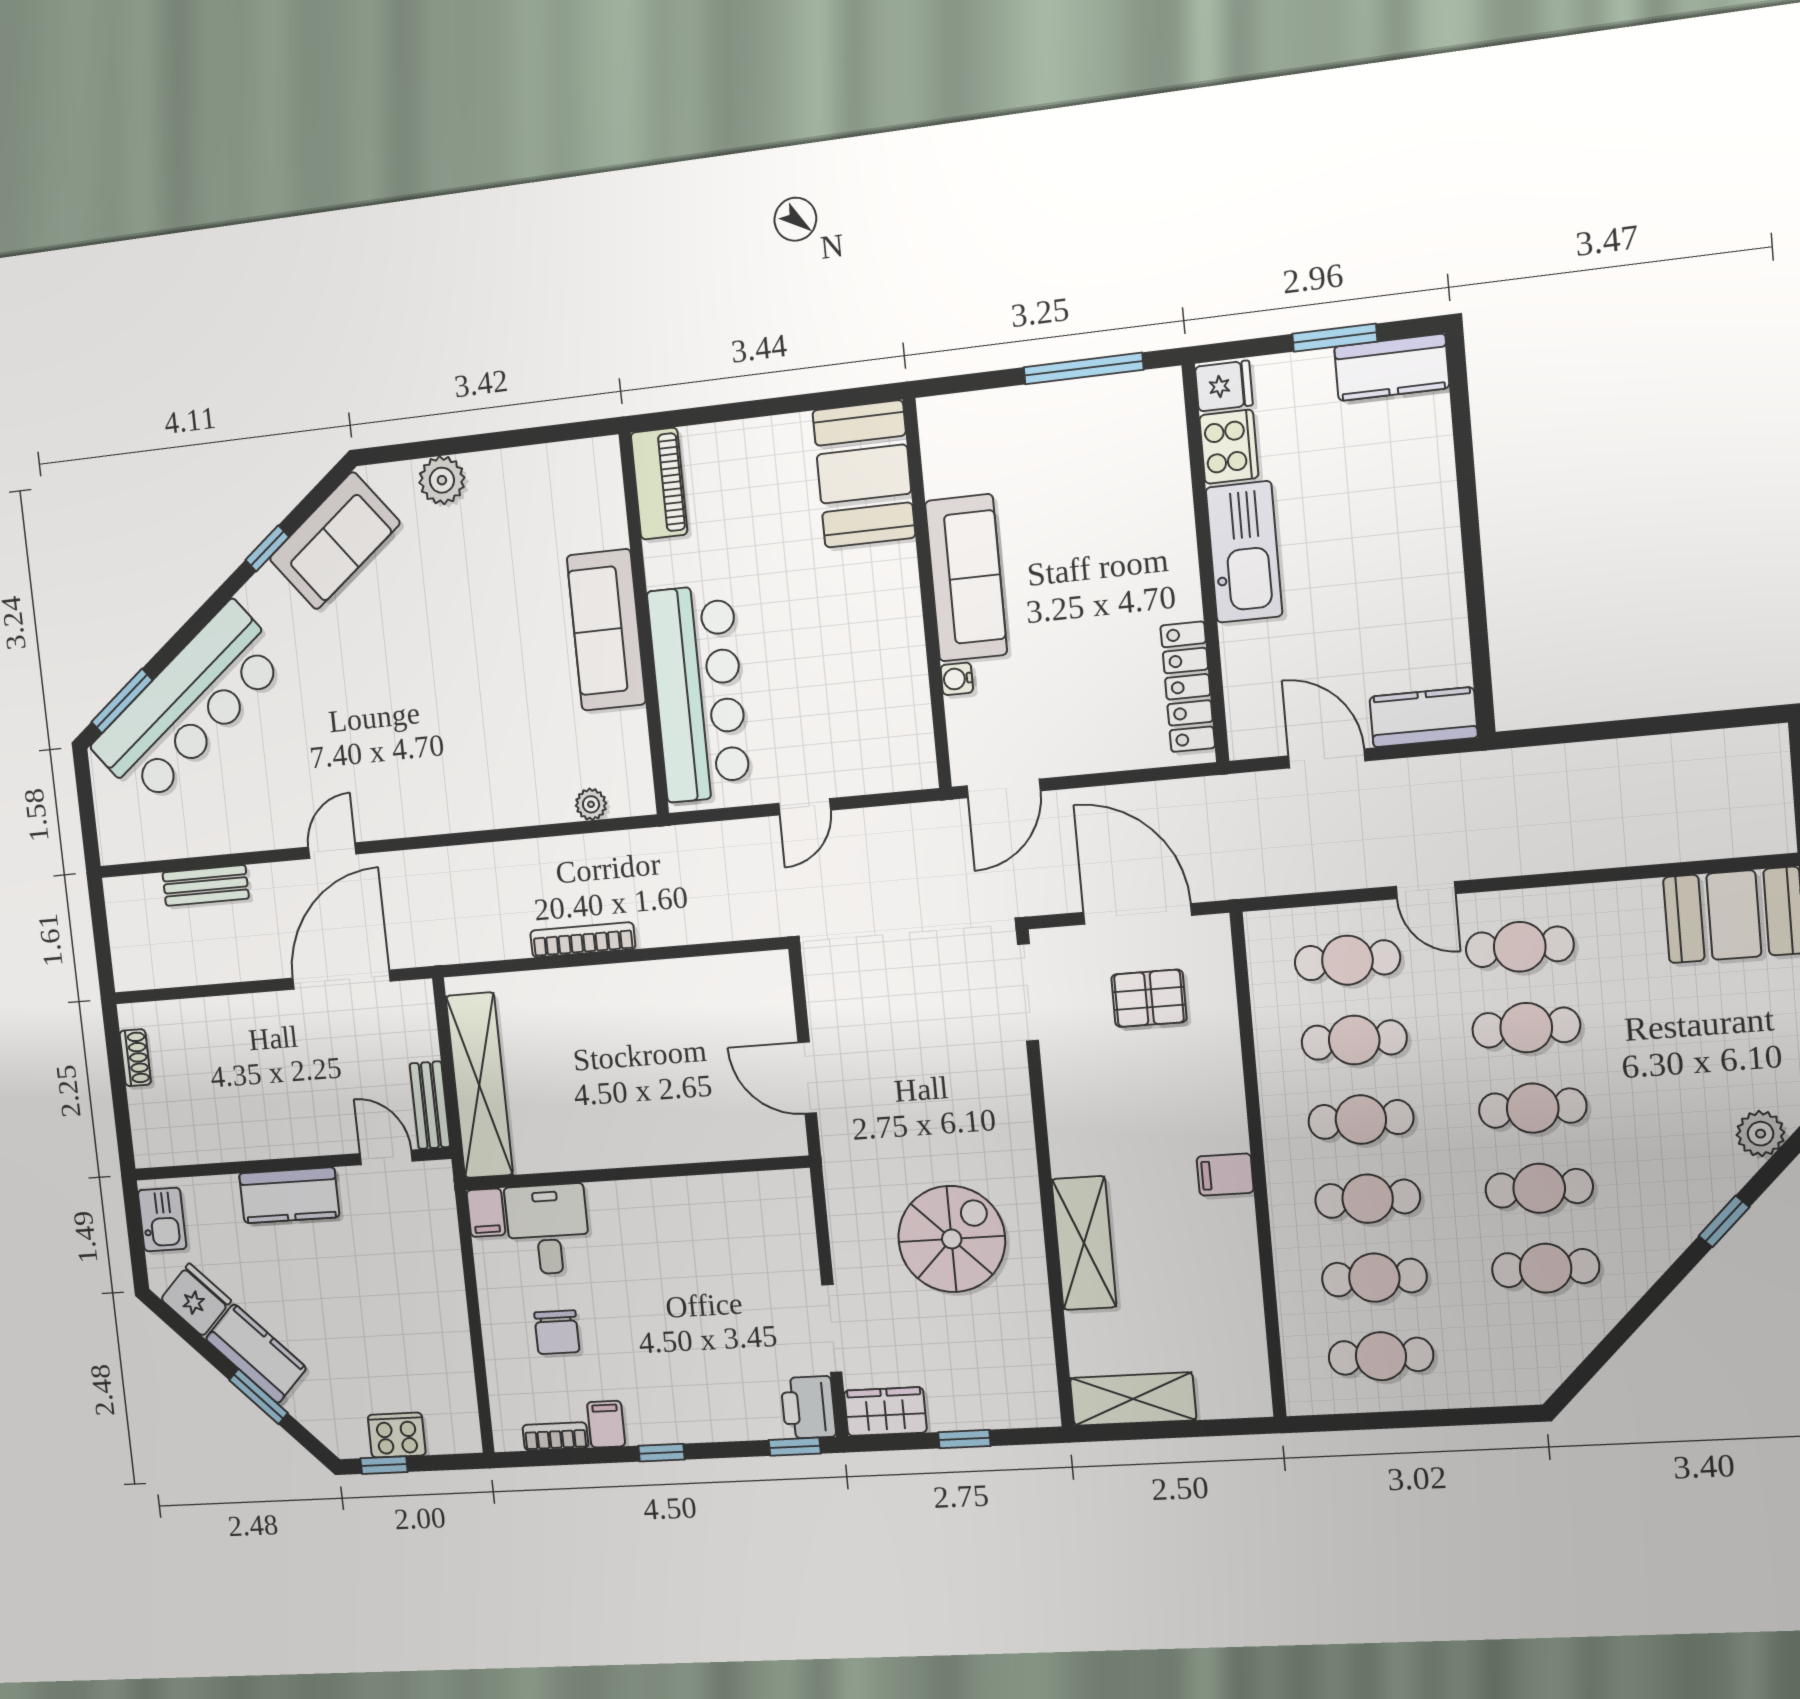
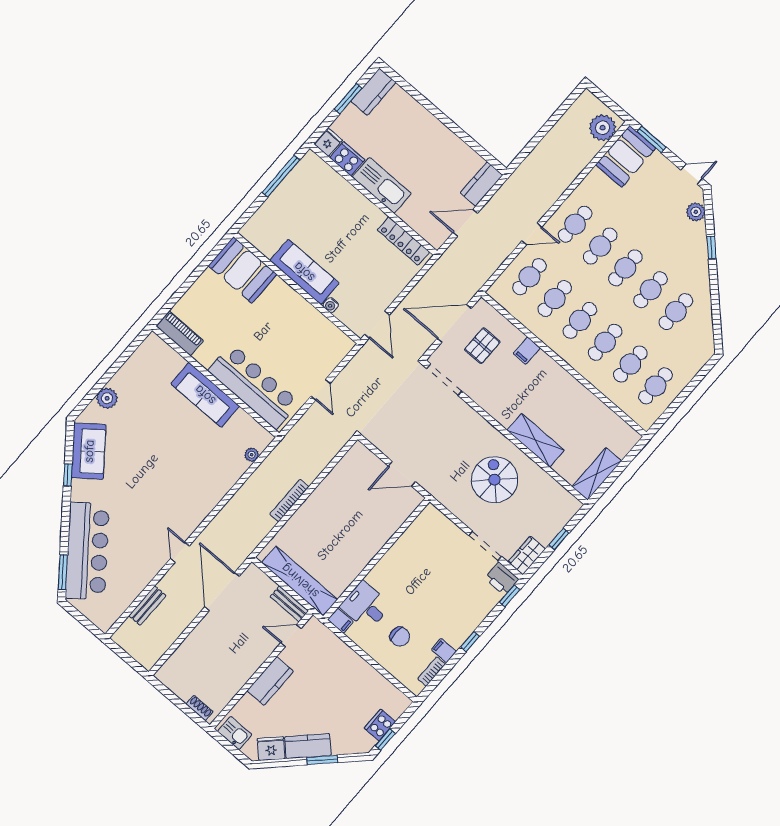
plant: (1744, 824) -> (603, 128), added
shoe rack: (135, 1058) -> (200, 708), moved
filing cabinet: (1225, 1175) -> (527, 351), moved

